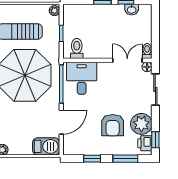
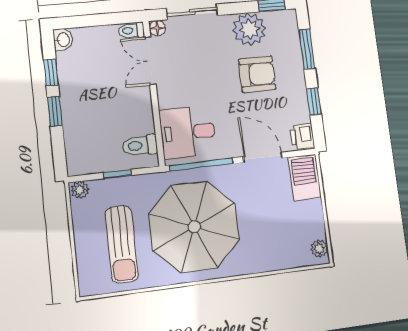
washbasin: (132, 10) -> (63, 40), moved
printer: (145, 143) -> (302, 136), moved, turned 90

